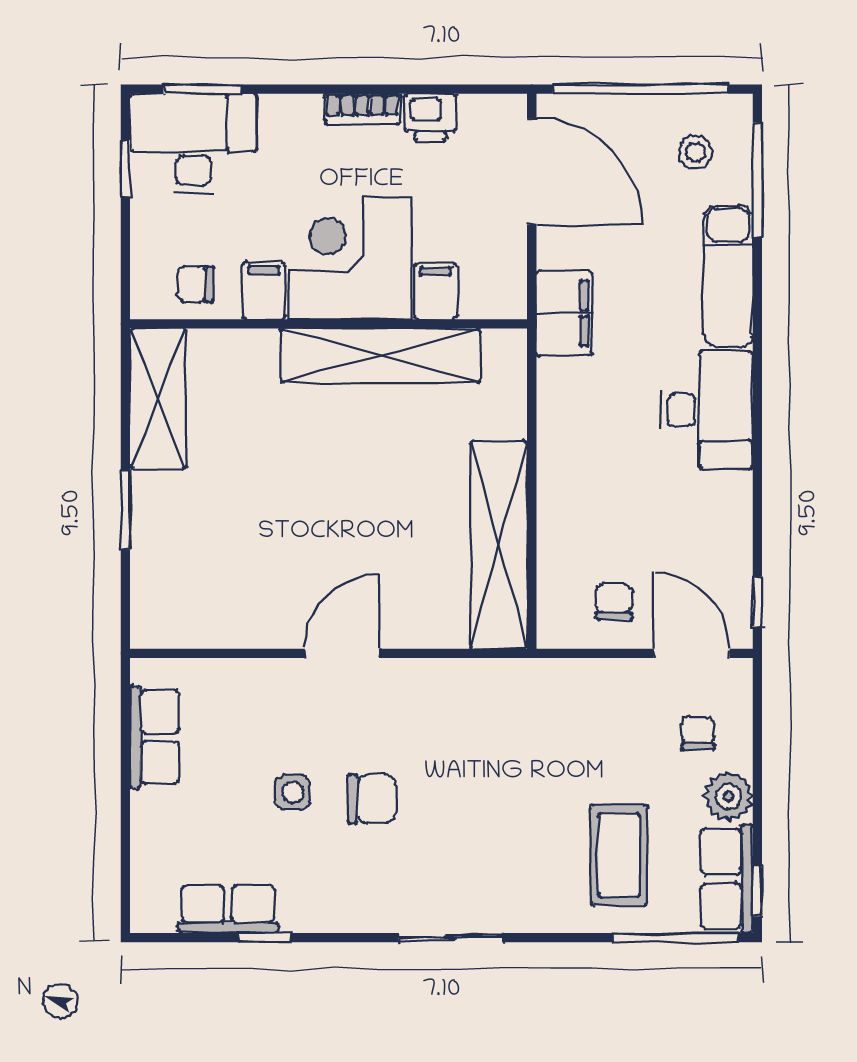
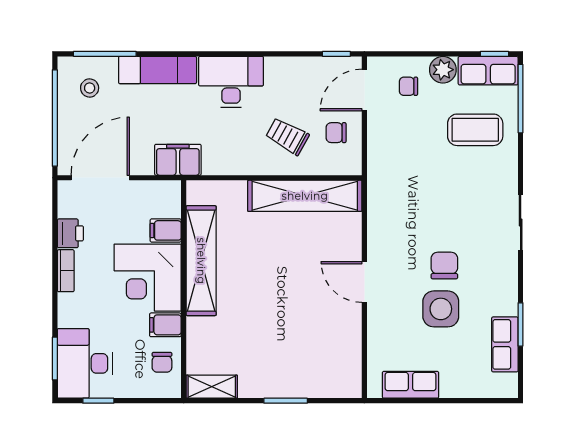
shelving: (158, 398) -> (212, 387), width x0.67, depth x0.75
trolley: (607, 513) -> (287, 136), added
side table: (293, 792) -> (441, 309), width x1.87, depth x1.87
window: (264, 938) -> (521, 324), width x1.50

